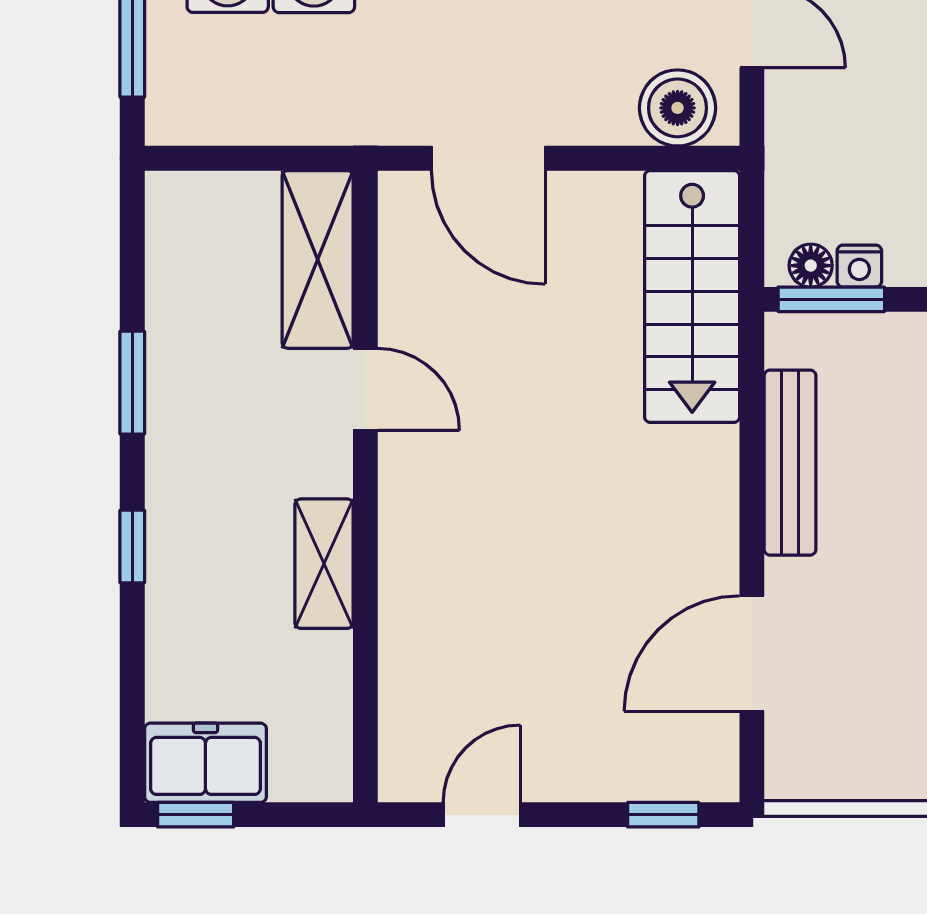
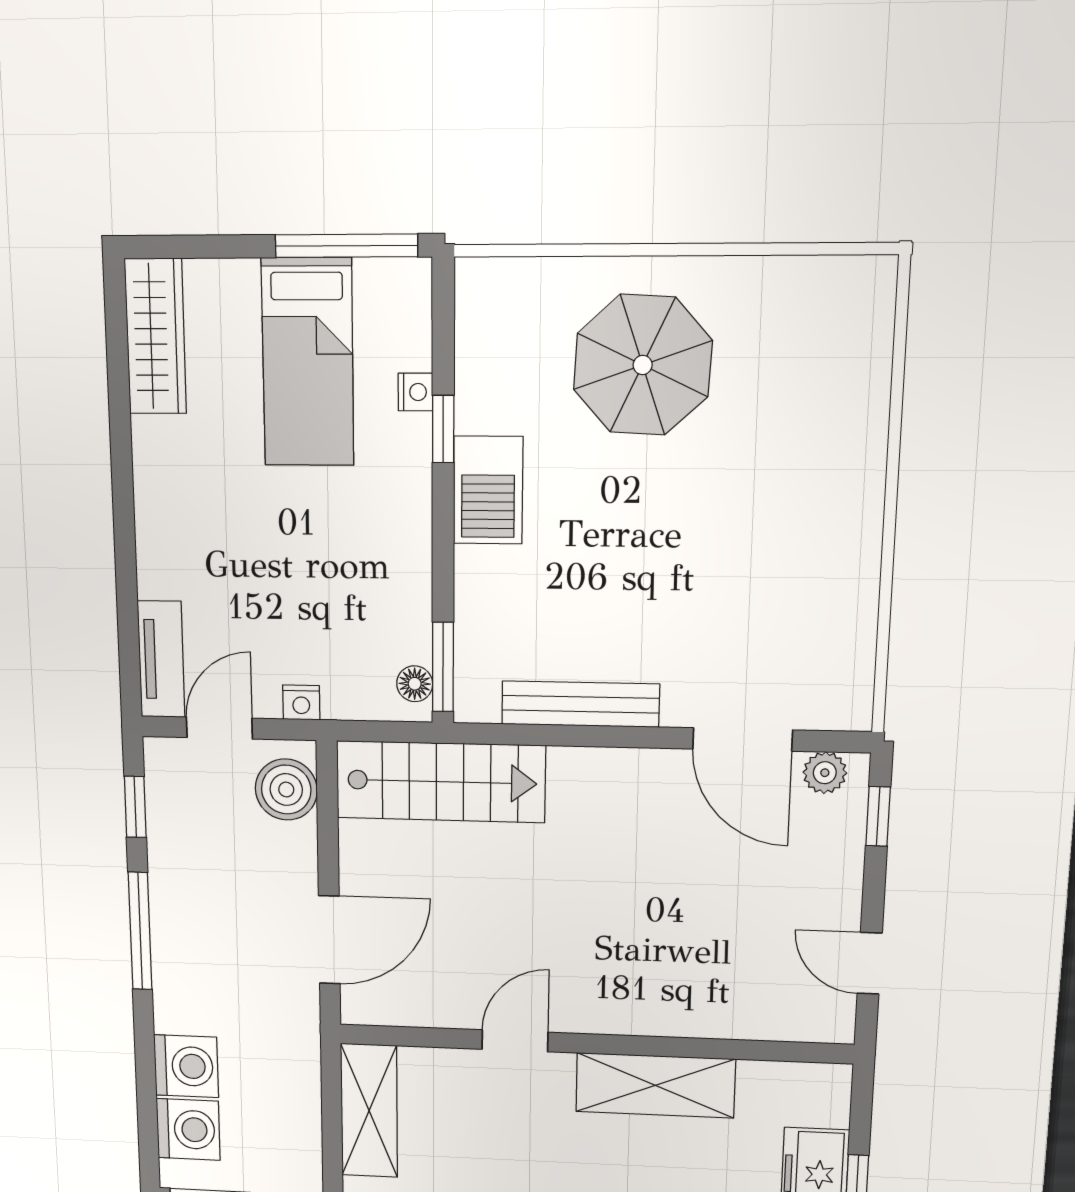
shelving: (318, 259) -> (369, 1111), moved, turned 90
nightstand: (859, 266) -> (301, 703), moved, turned 90
shelving: (324, 564) -> (655, 1085), width x1.50, depth x1.33
plant: (714, 750) -> (825, 773), added

